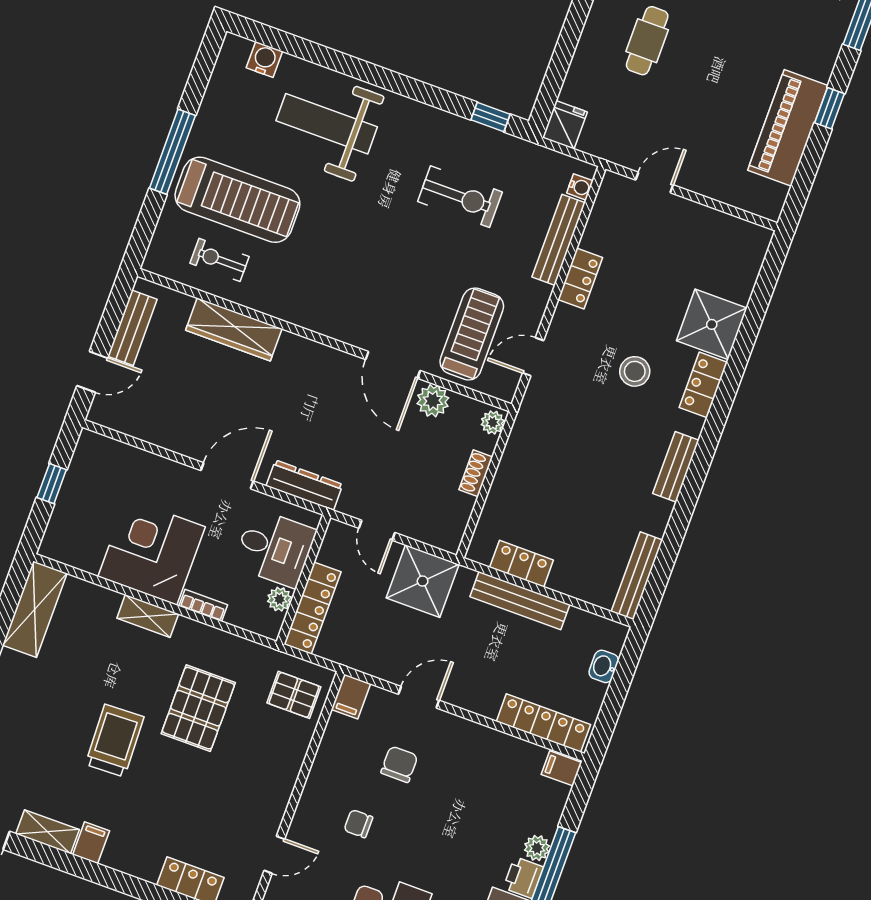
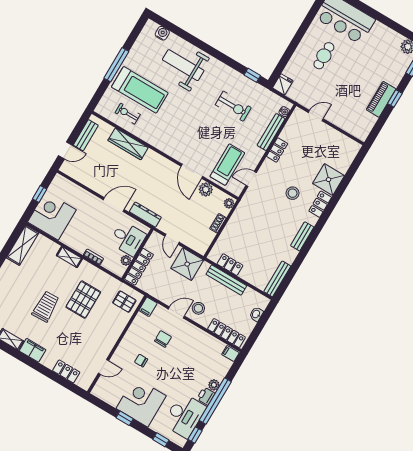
piano: (788, 128) -> (381, 99), width x0.73, depth x0.75
corner desk: (152, 552) -> (52, 216), moved
stool: (468, 678) -> (198, 308), added
filing cabinet: (91, 843) -> (33, 350), width x2.00

